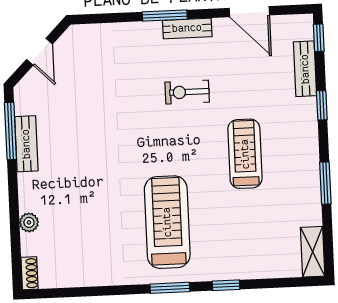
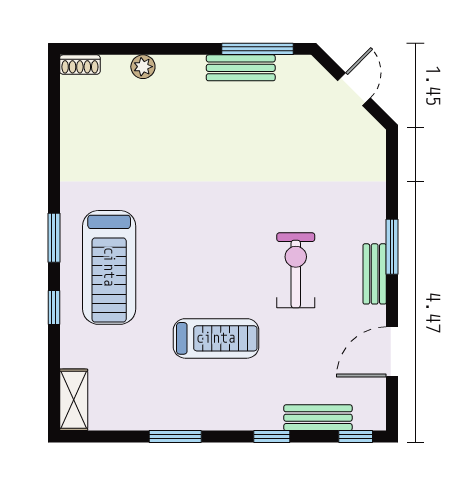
door: (39, 52) -> (354, 89), swing flipped
exercise bike: (187, 92) -> (296, 270), width x1.38, depth x1.39
treadmill: (167, 222) -> (109, 267), moved, turned 90
shelving: (313, 252) -> (74, 400), moved, turned 90

